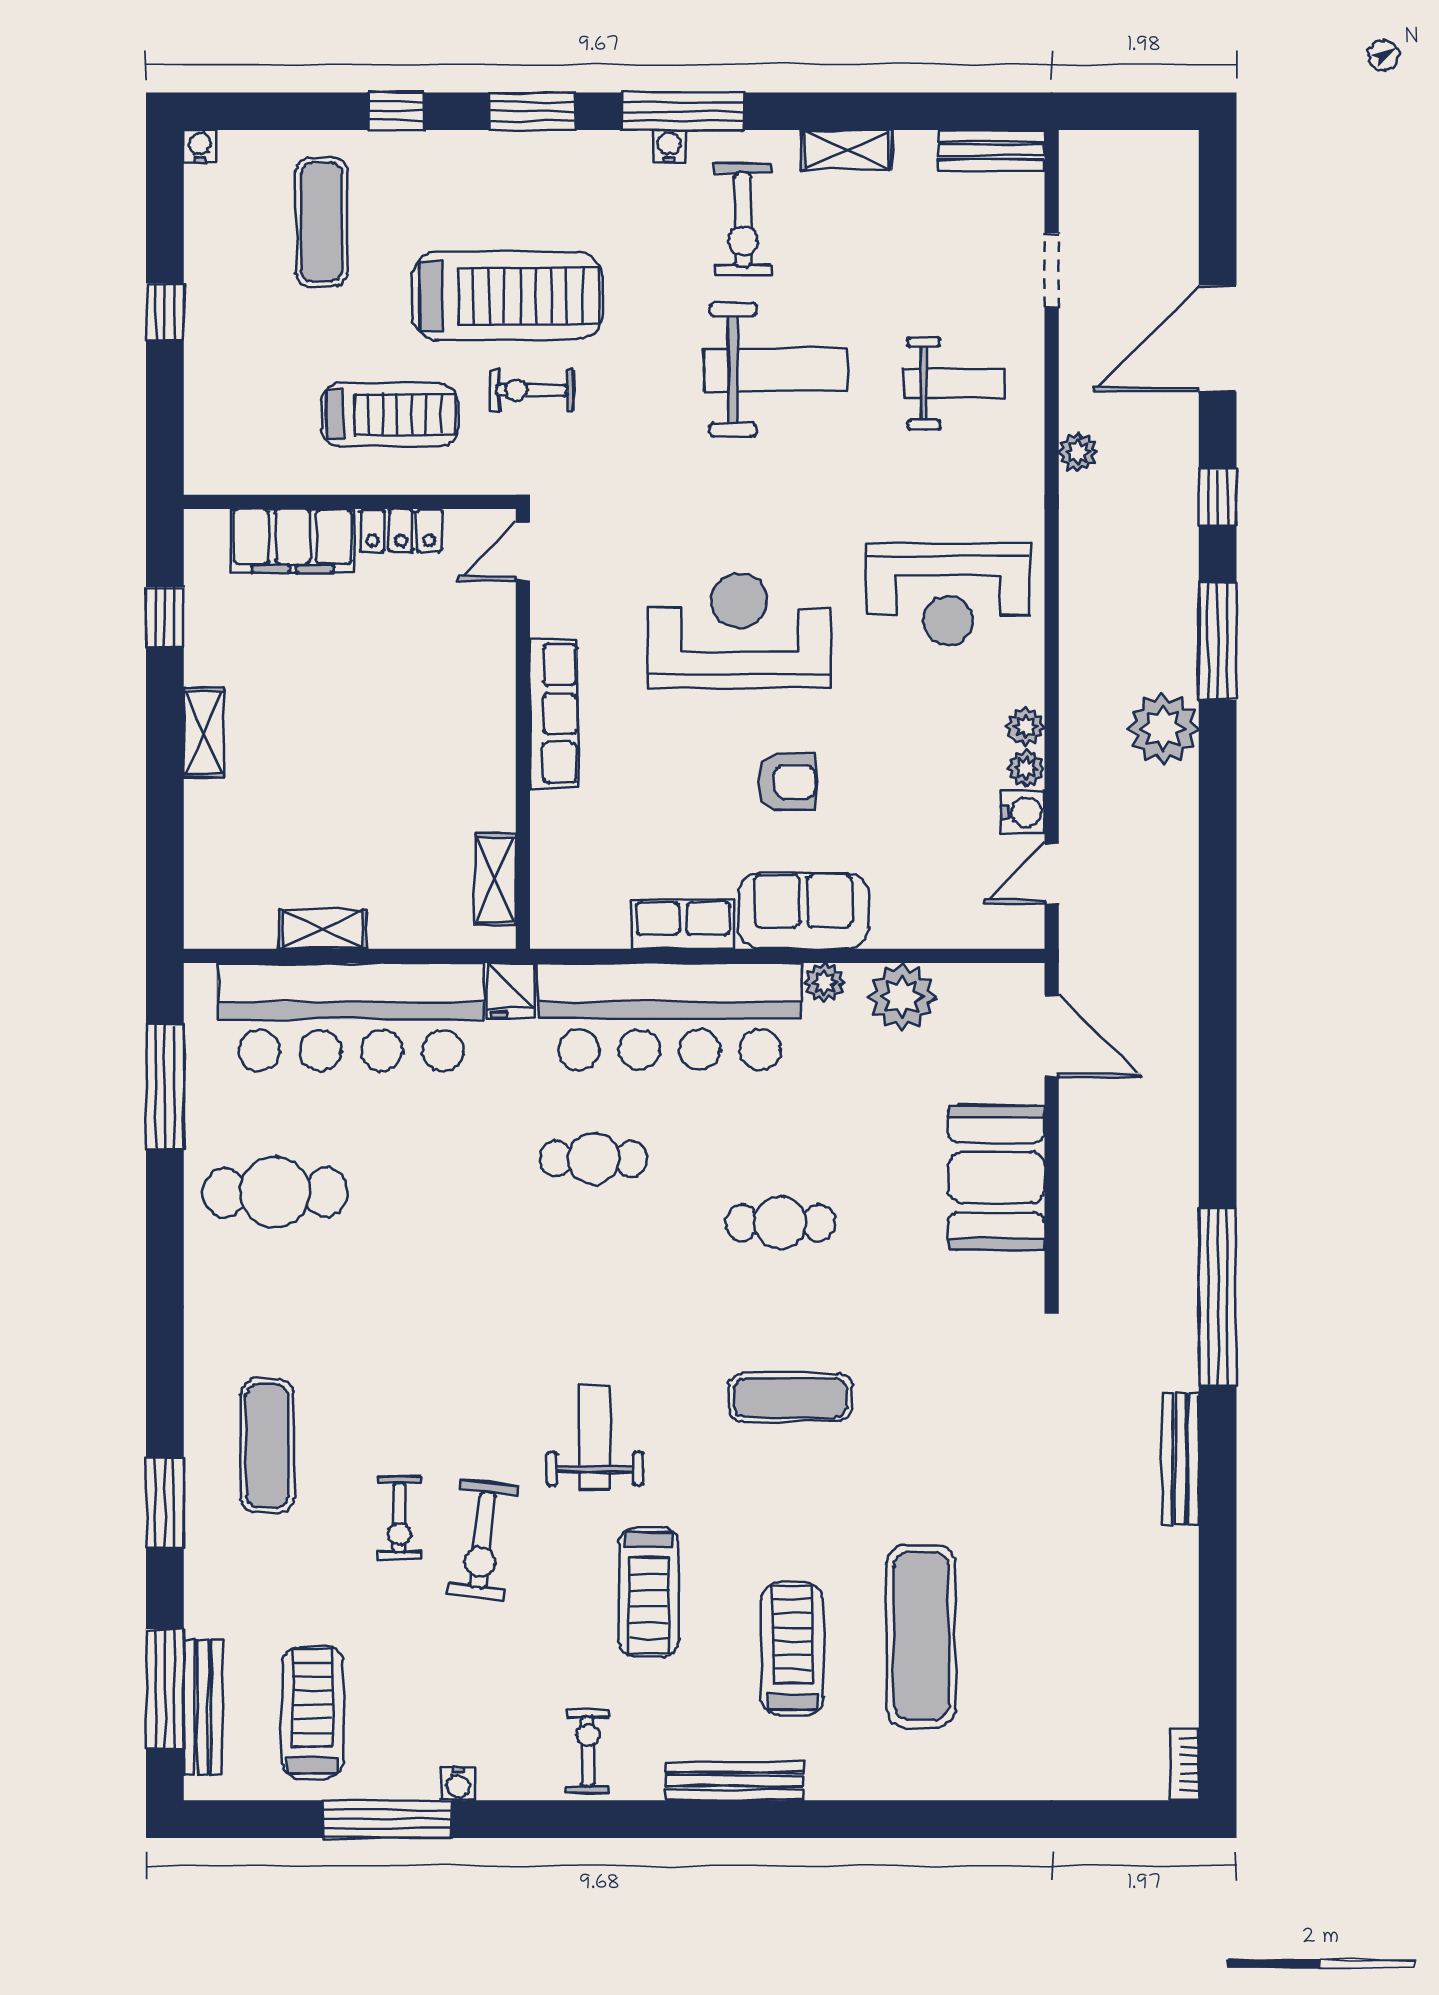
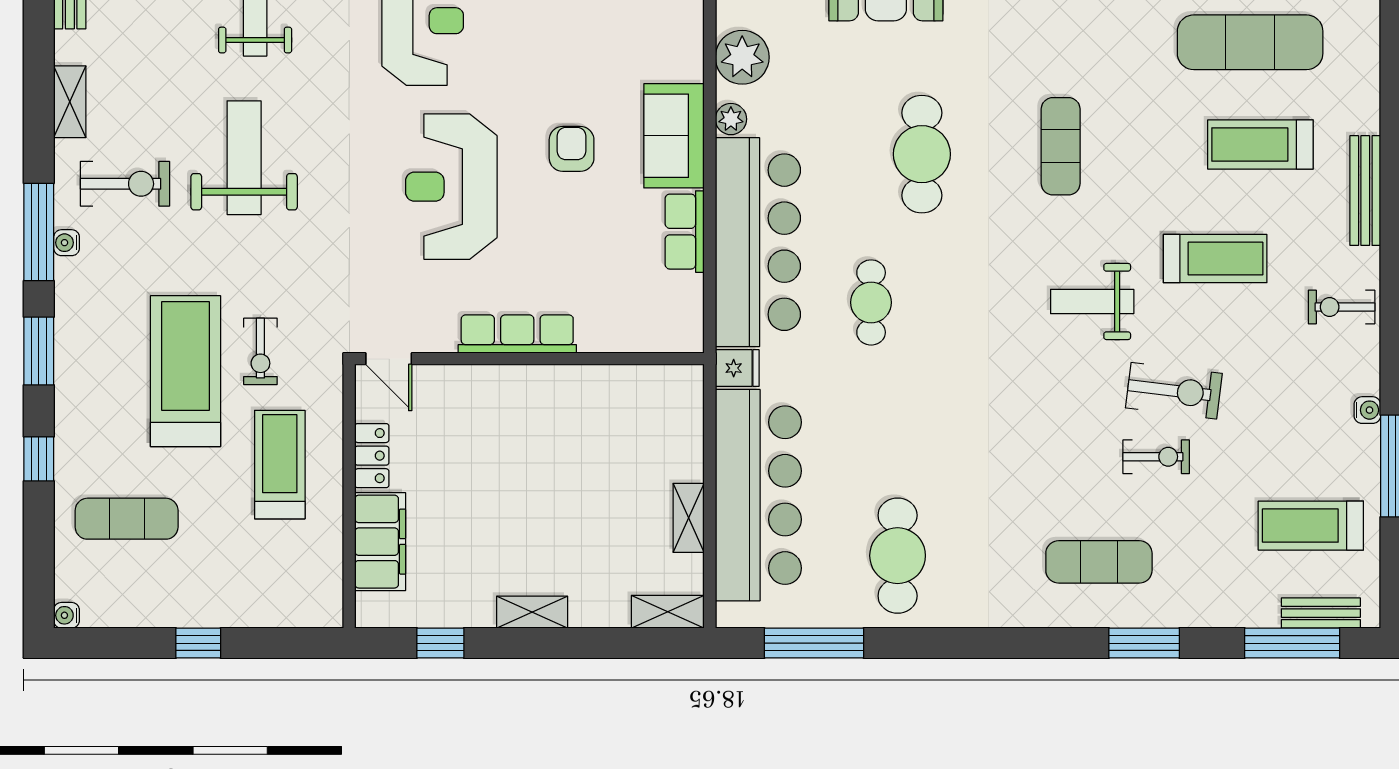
shelving: (495, 879) -> (668, 612), moved
cafe table: (780, 1223) -> (922, 154), width x1.37, depth x1.35
bench: (203, 1707) -> (1321, 613), width x0.73

